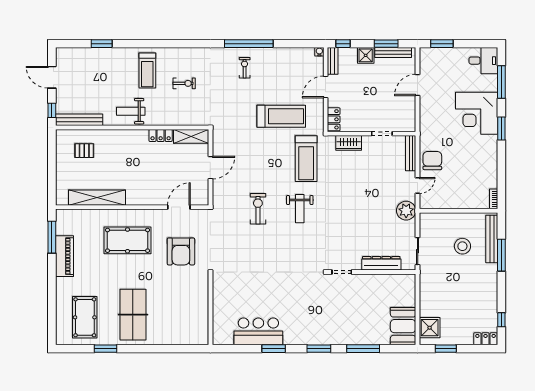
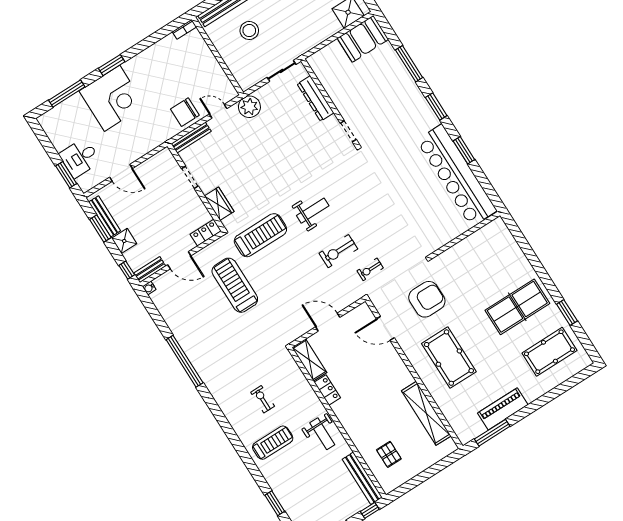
desk: (483, 61) -> (80, 158), moved, turned -90
exercise bike: (245, 68) -> (370, 269), moved
bar counter: (258, 331) -> (457, 175), width x1.86

